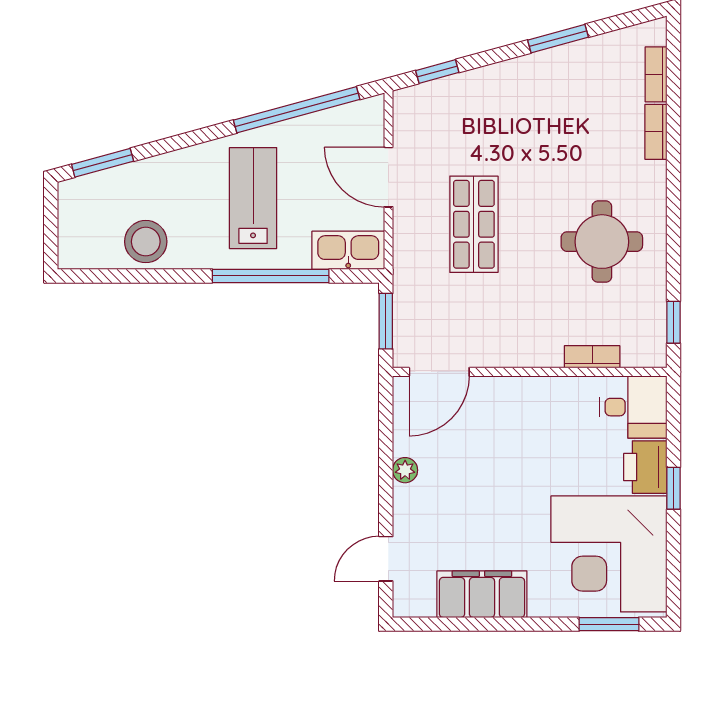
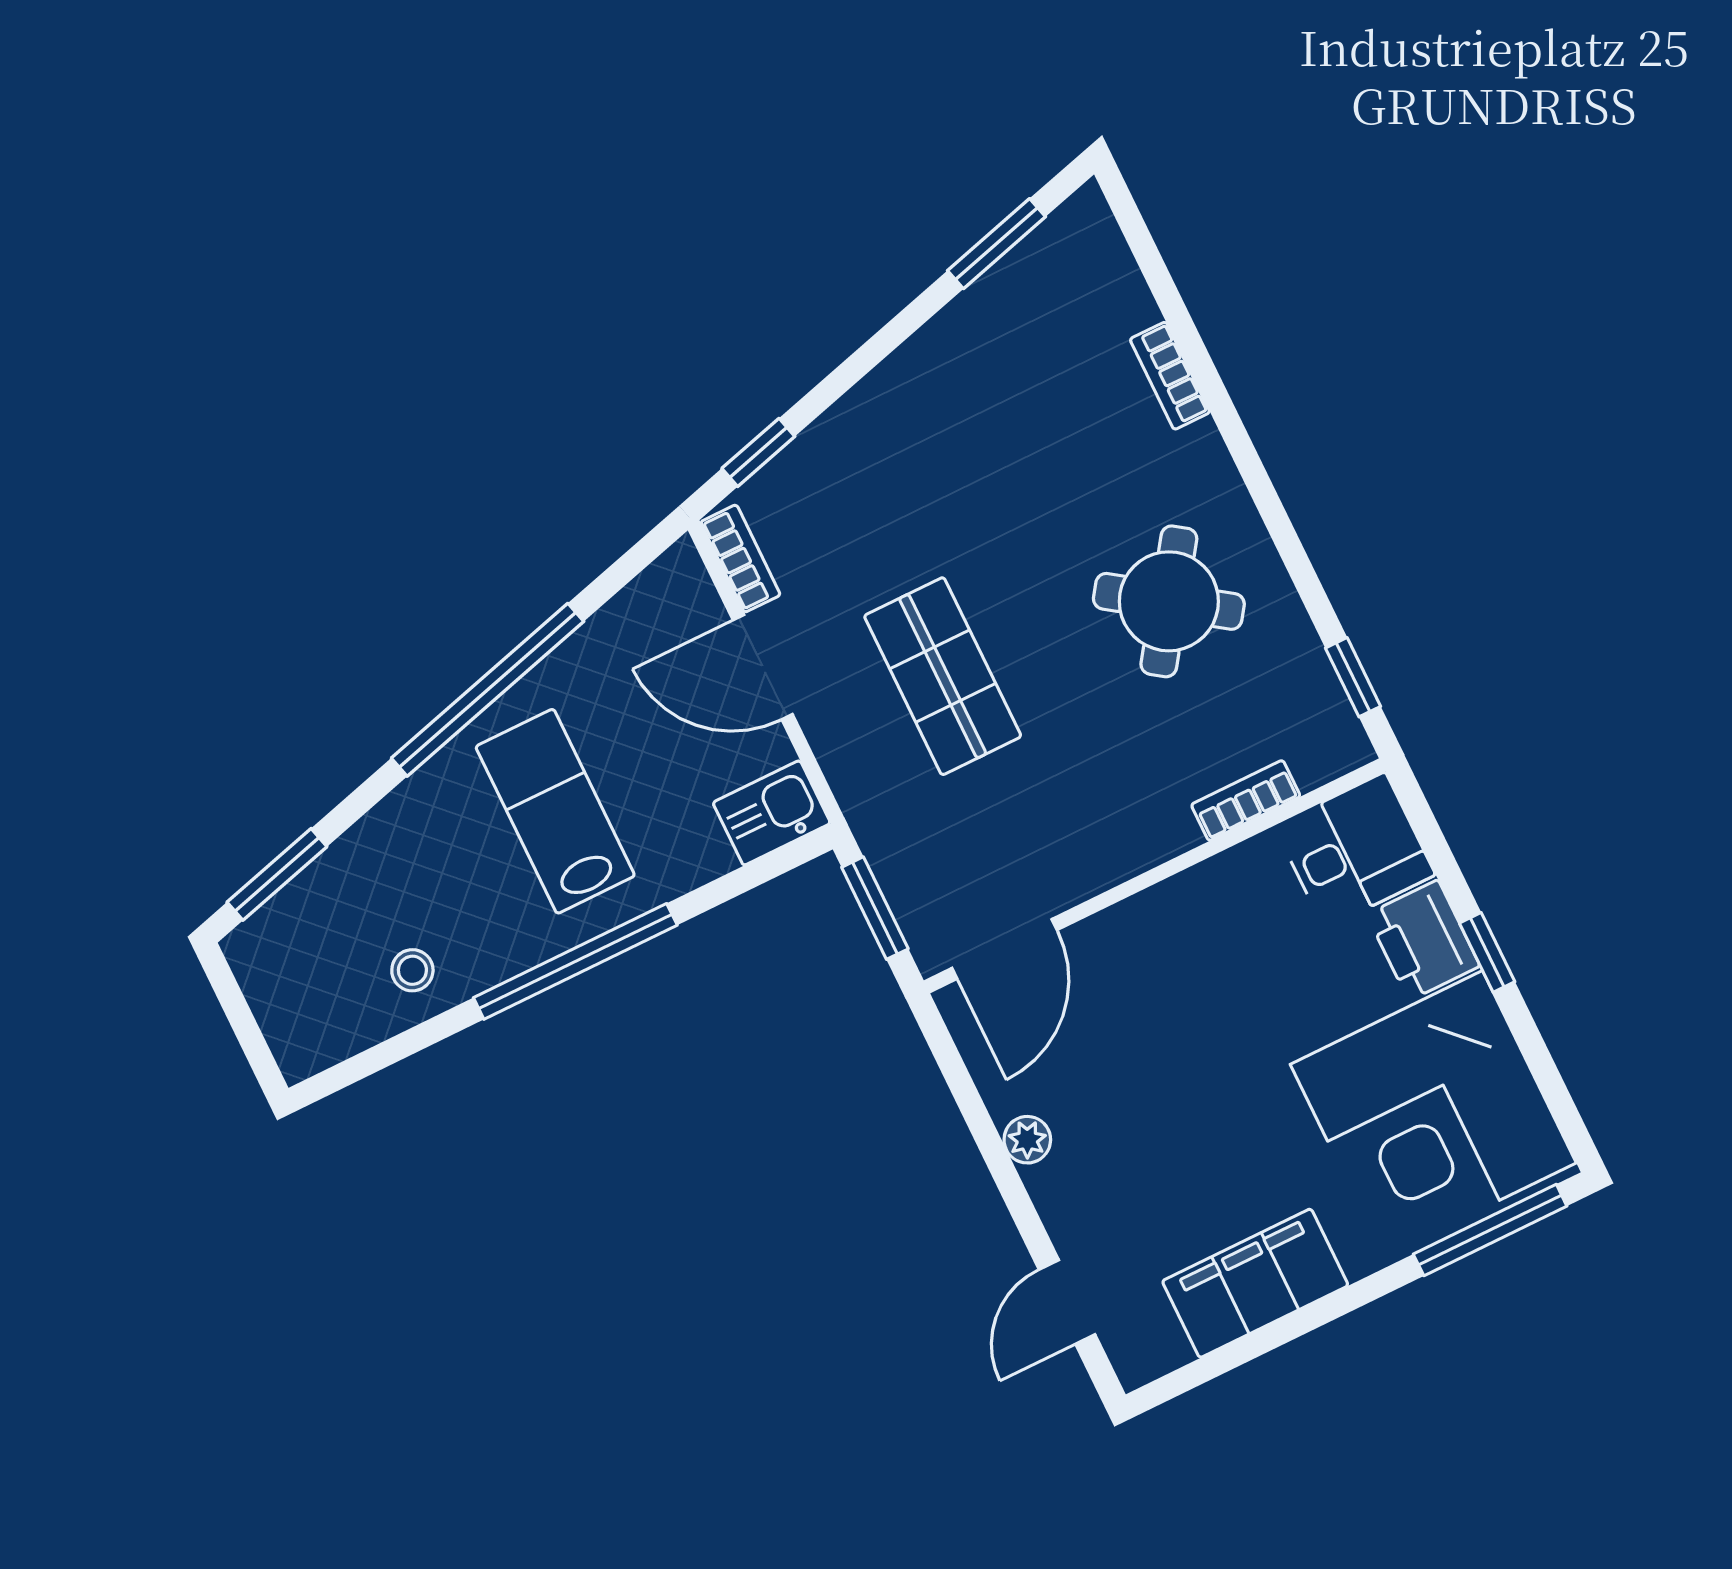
window: (558, 39) -> (997, 244), moved
bookcase: (656, 74) -> (740, 558), moved, turned 180
window: (297, 110) -> (488, 690), moved
stool: (146, 242) -> (412, 970), width x0.53, depth x0.53
round table: (602, 242) -> (1169, 601), turned 35
kitchen sink: (348, 250) -> (772, 813), width x0.73
window: (271, 276) -> (575, 961), moved
window: (609, 624) -> (1490, 1230), width x1.44

